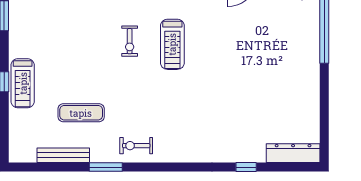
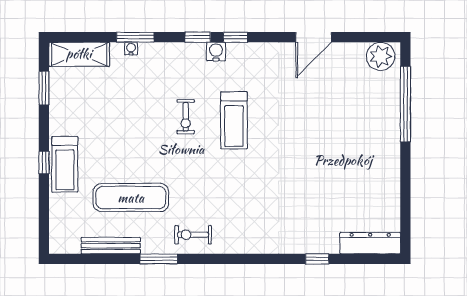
exercise mat: (81, 113) -> (131, 198), width x1.36, depth x1.45

